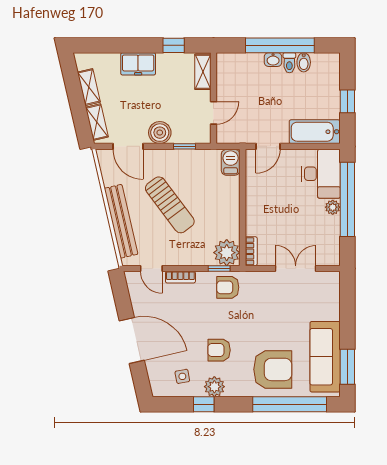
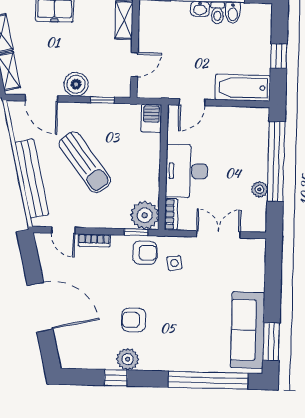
desk: (321, 174) -> (187, 171), moved, turned 180
plant: (333, 207) -> (259, 189), moved
armchair: (228, 287) -> (145, 253), turned 180
armchair: (273, 369) -> (191, 342), removed
side table: (182, 376) -> (174, 263), moved

